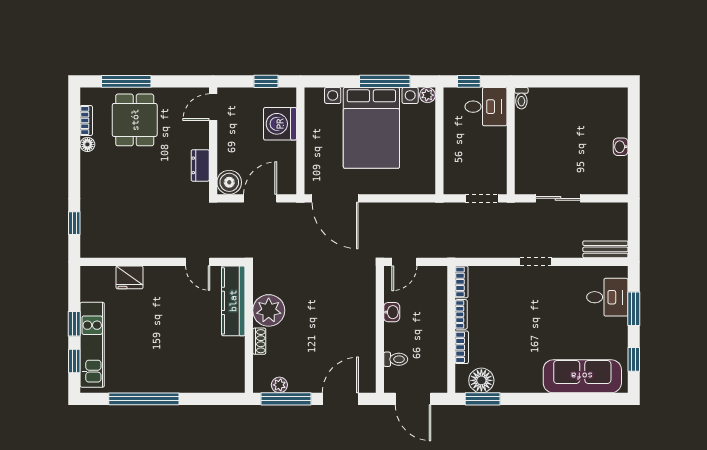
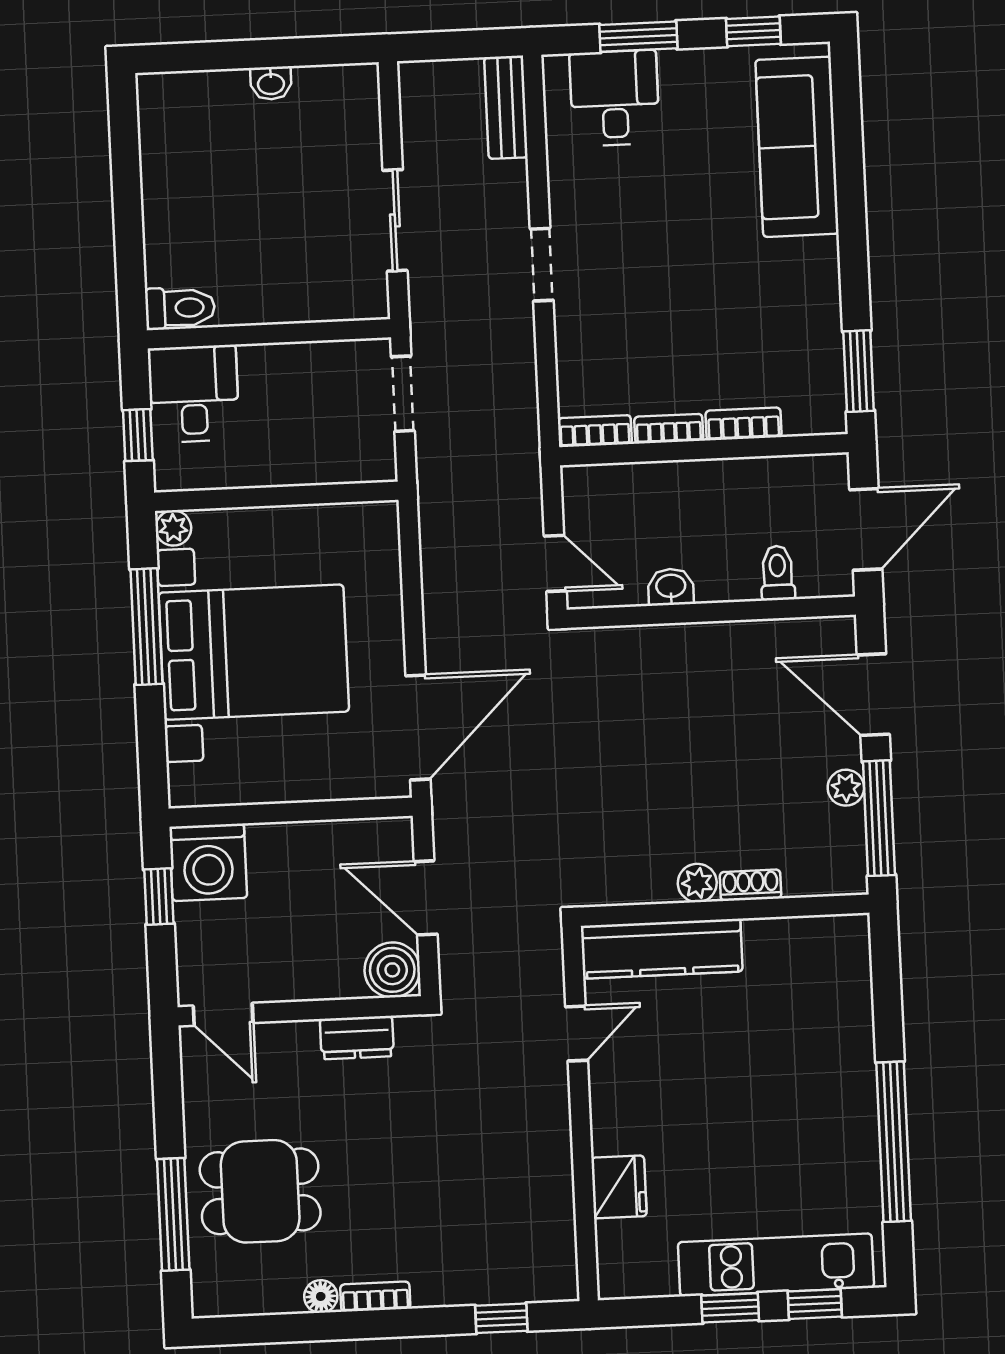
toilet: (521, 98) -> (180, 308), width x1.37, depth x1.39
bookcase: (86, 120) -> (375, 1297), moved
washing machine: (280, 124) -> (208, 862), moved
plant: (269, 310) -> (697, 883), width x0.53, depth x0.53
floor lamp: (481, 380) -> (817, 376), removed
plant: (279, 385) -> (846, 788), moved

